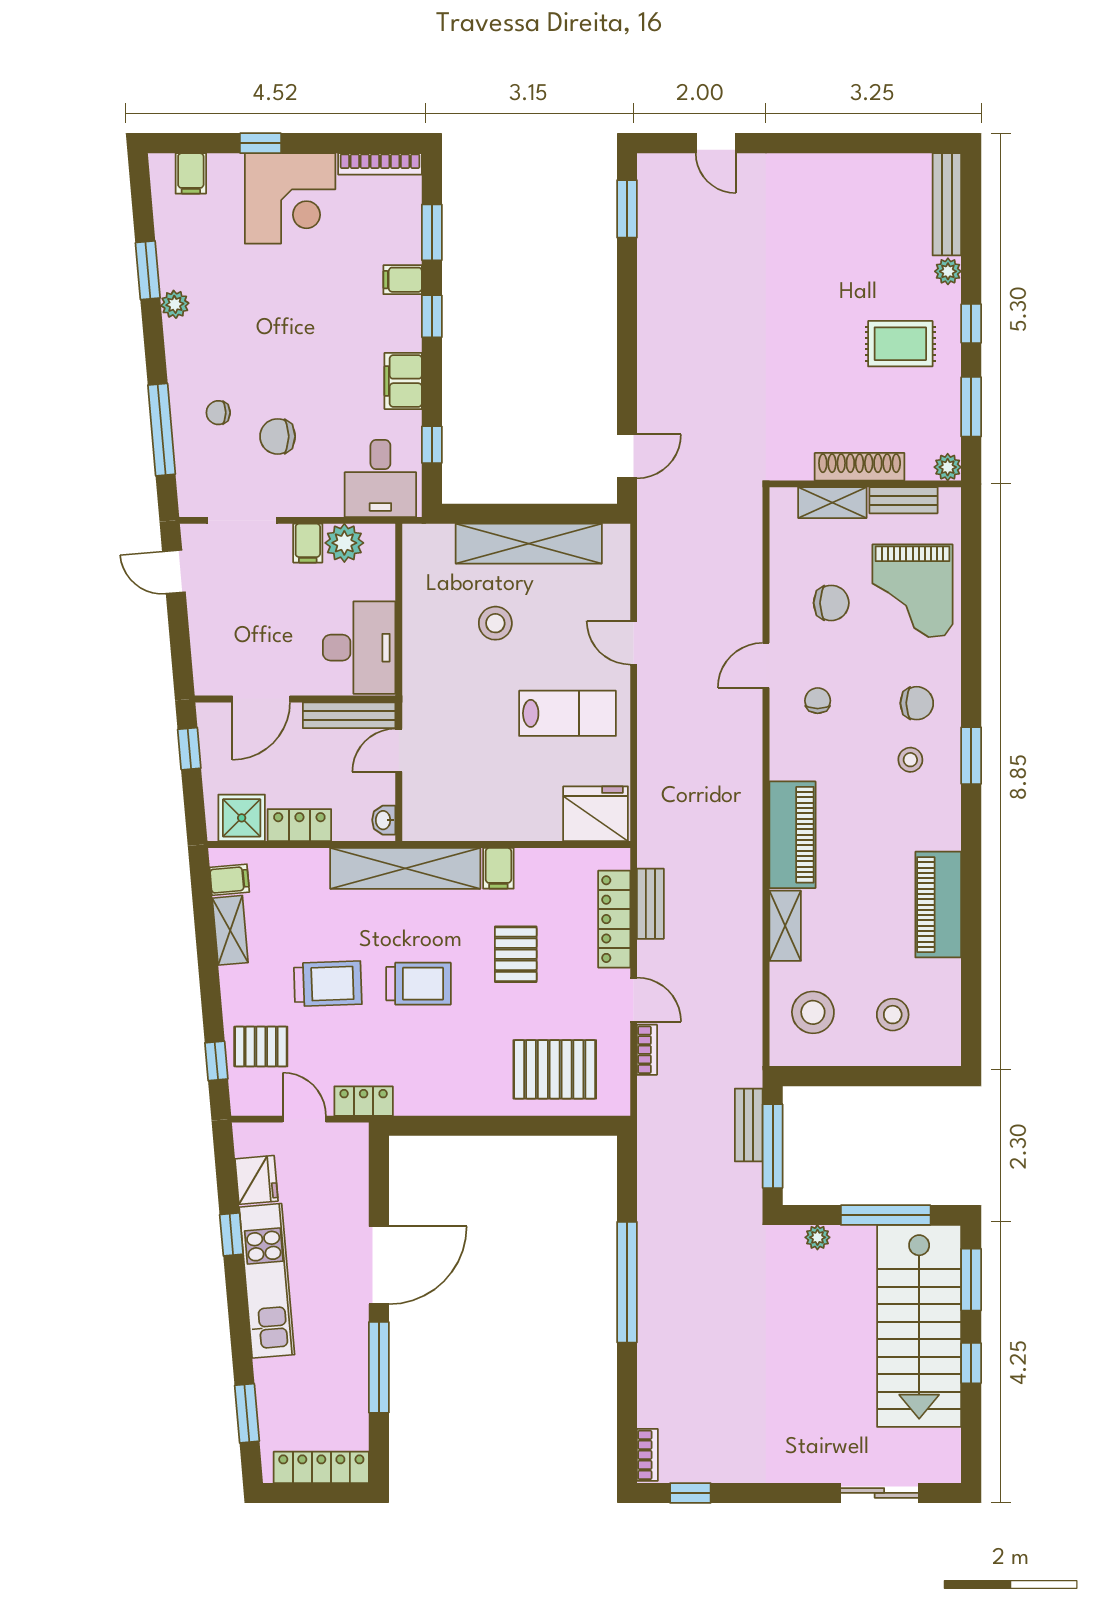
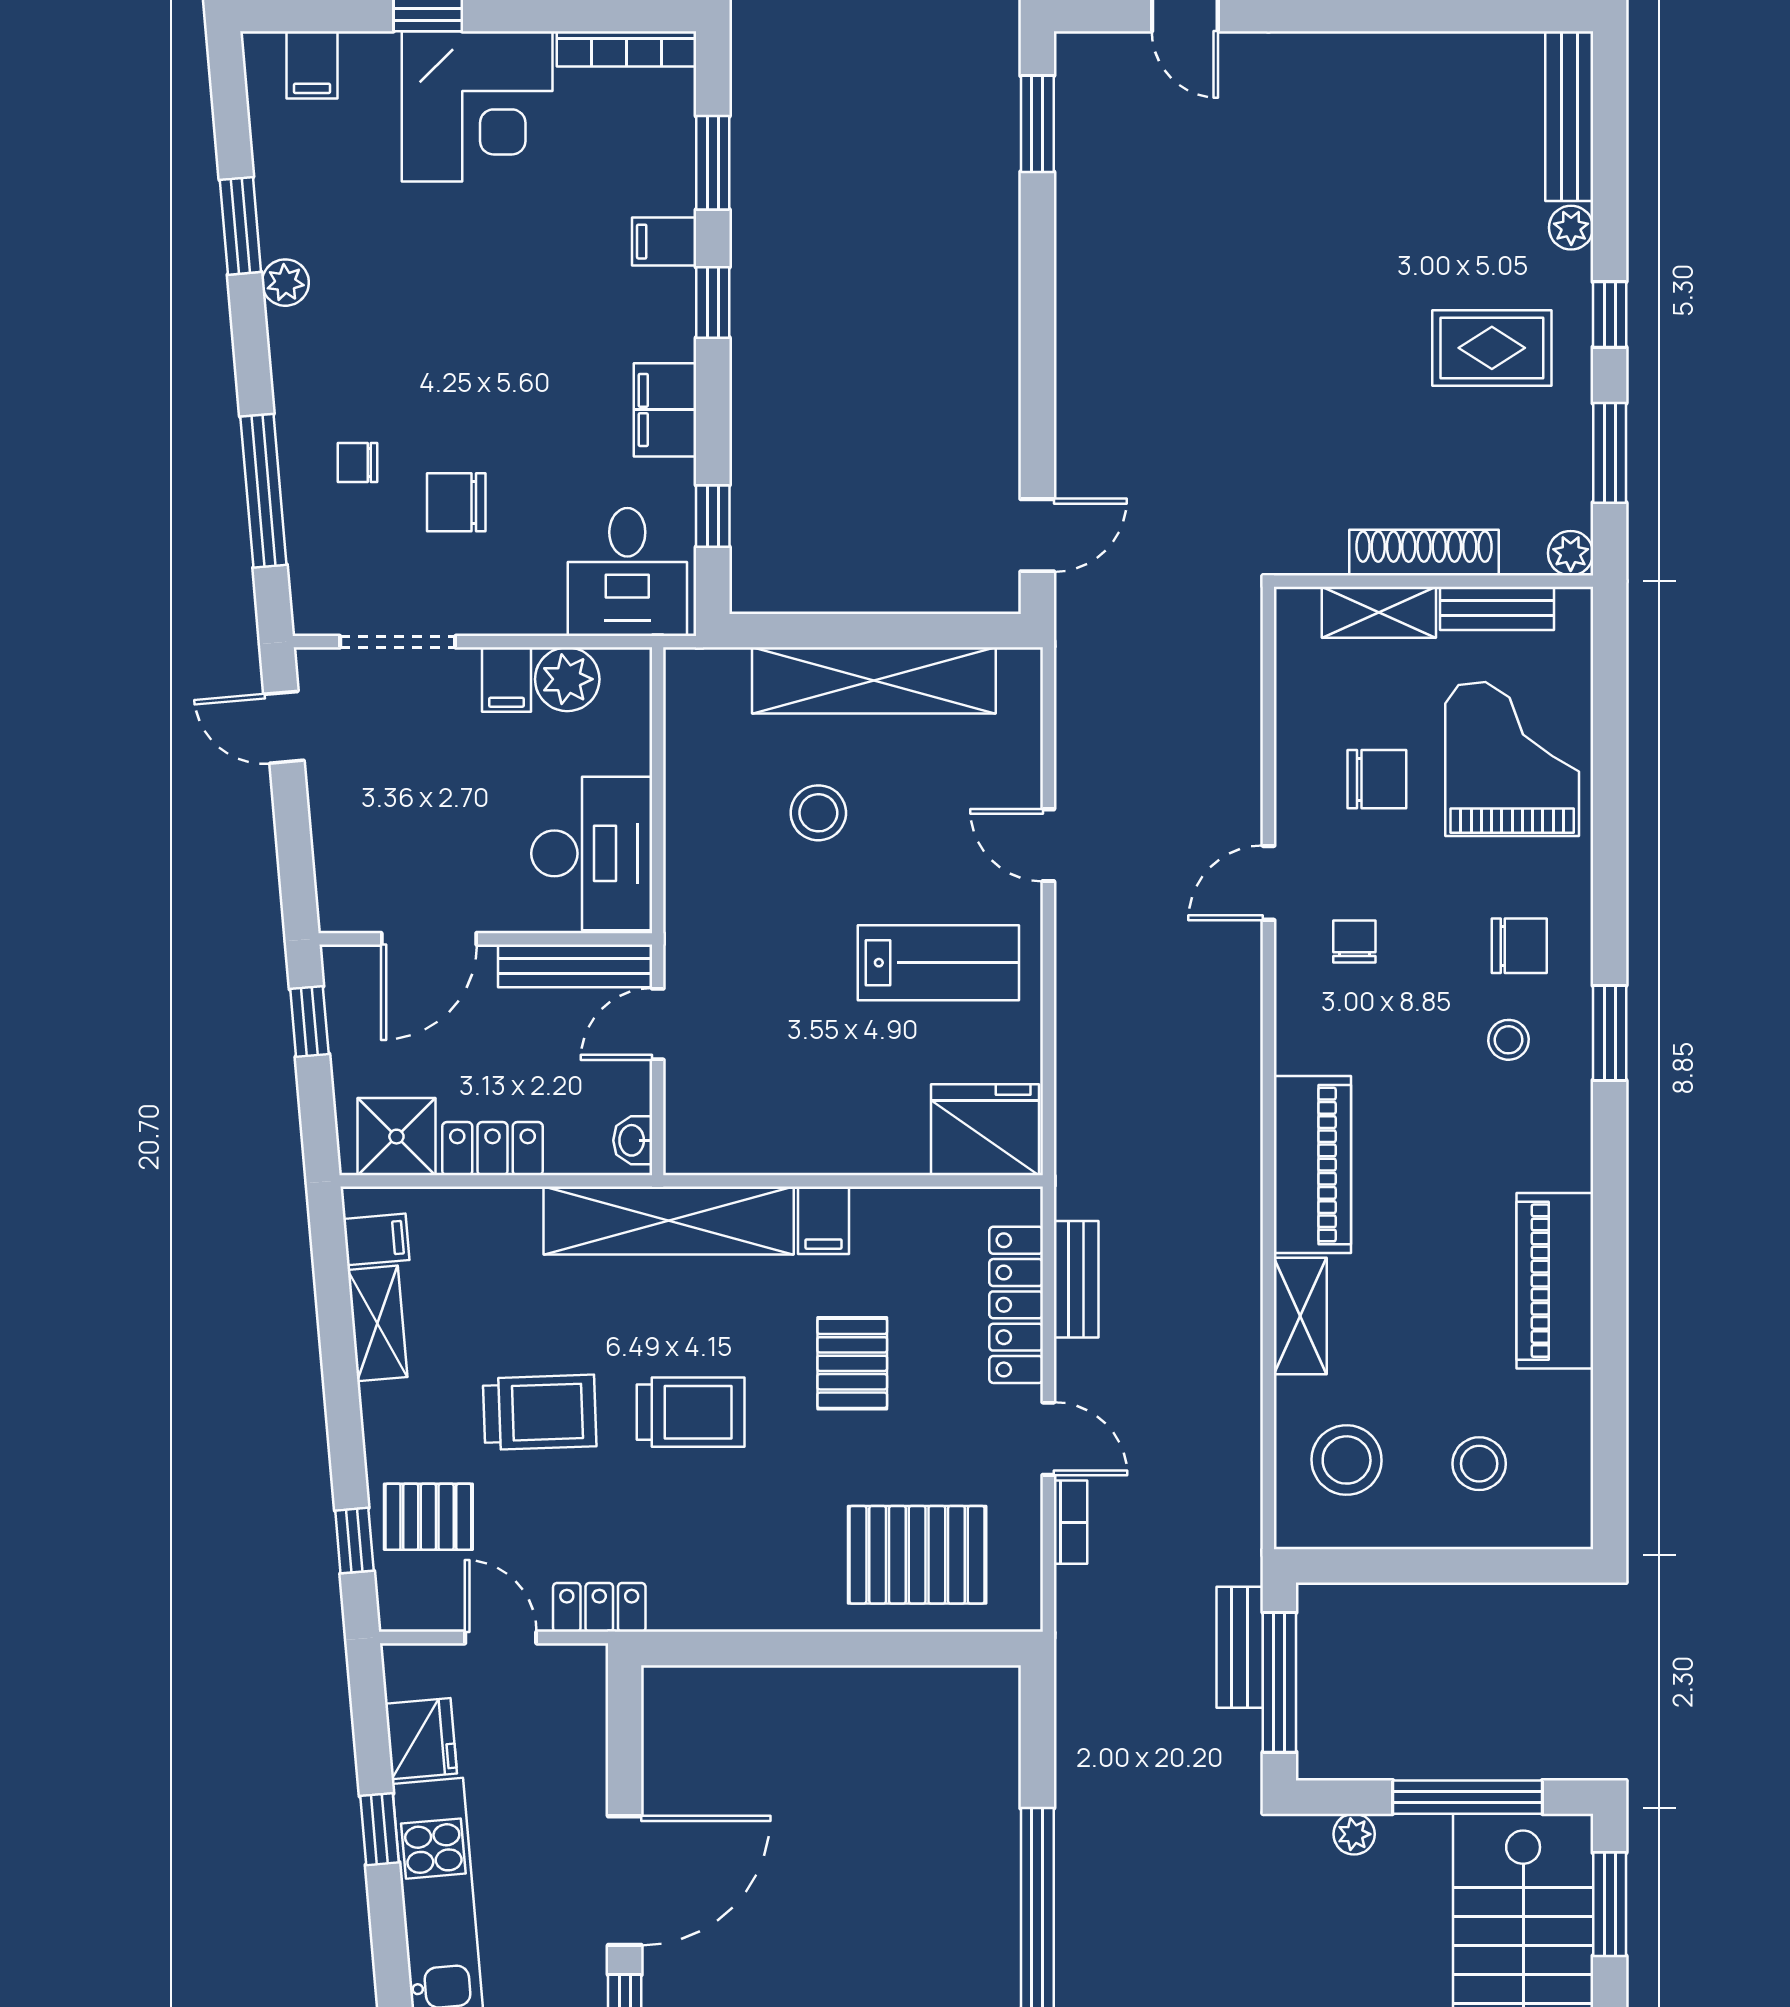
grand piano: (913, 591) -> (1512, 759), turned 180

